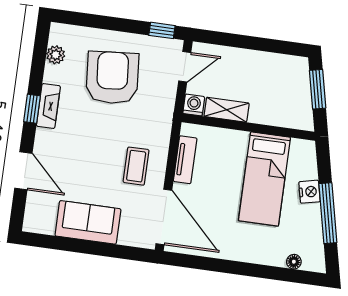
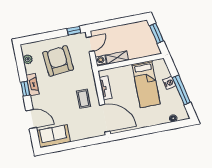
sofa: (88, 222) -> (54, 136), moved

